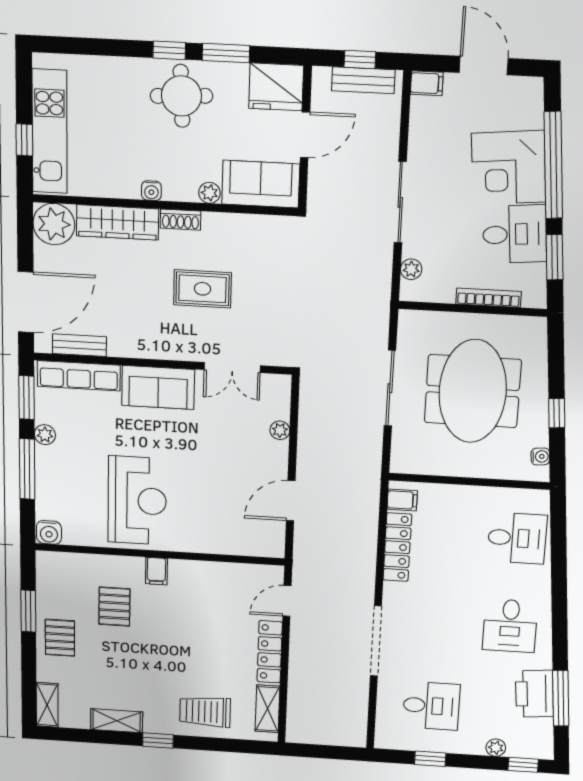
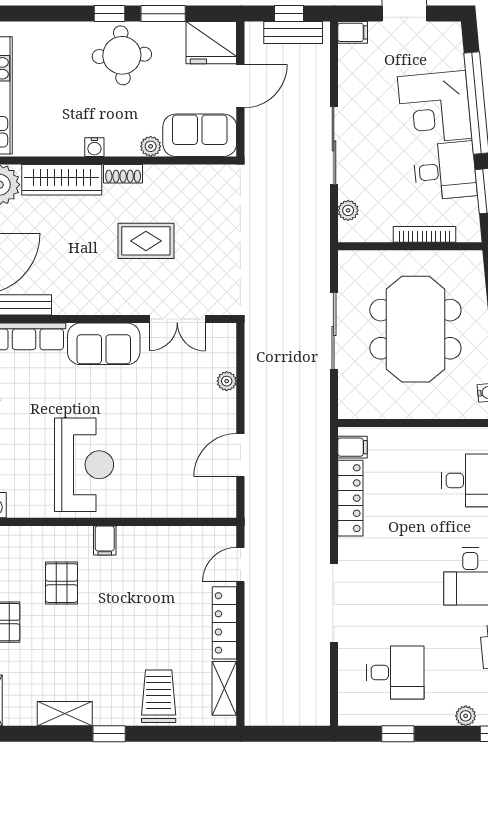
trolley: (205, 712) -> (159, 696), turned 90

